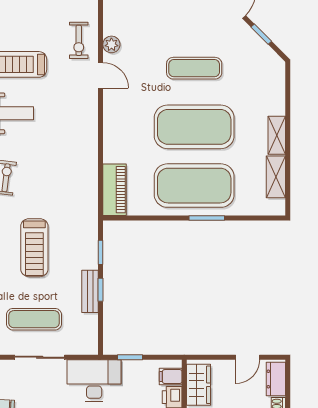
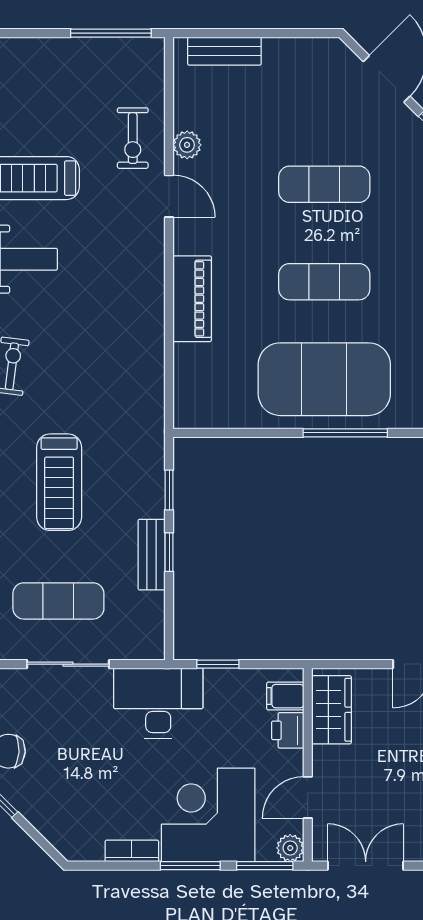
exercise mat: (194, 127) -> (324, 282), width x0.50, depth x0.69
piano: (115, 190) -> (192, 299), moved
window: (207, 218) -> (345, 433), width x1.44

